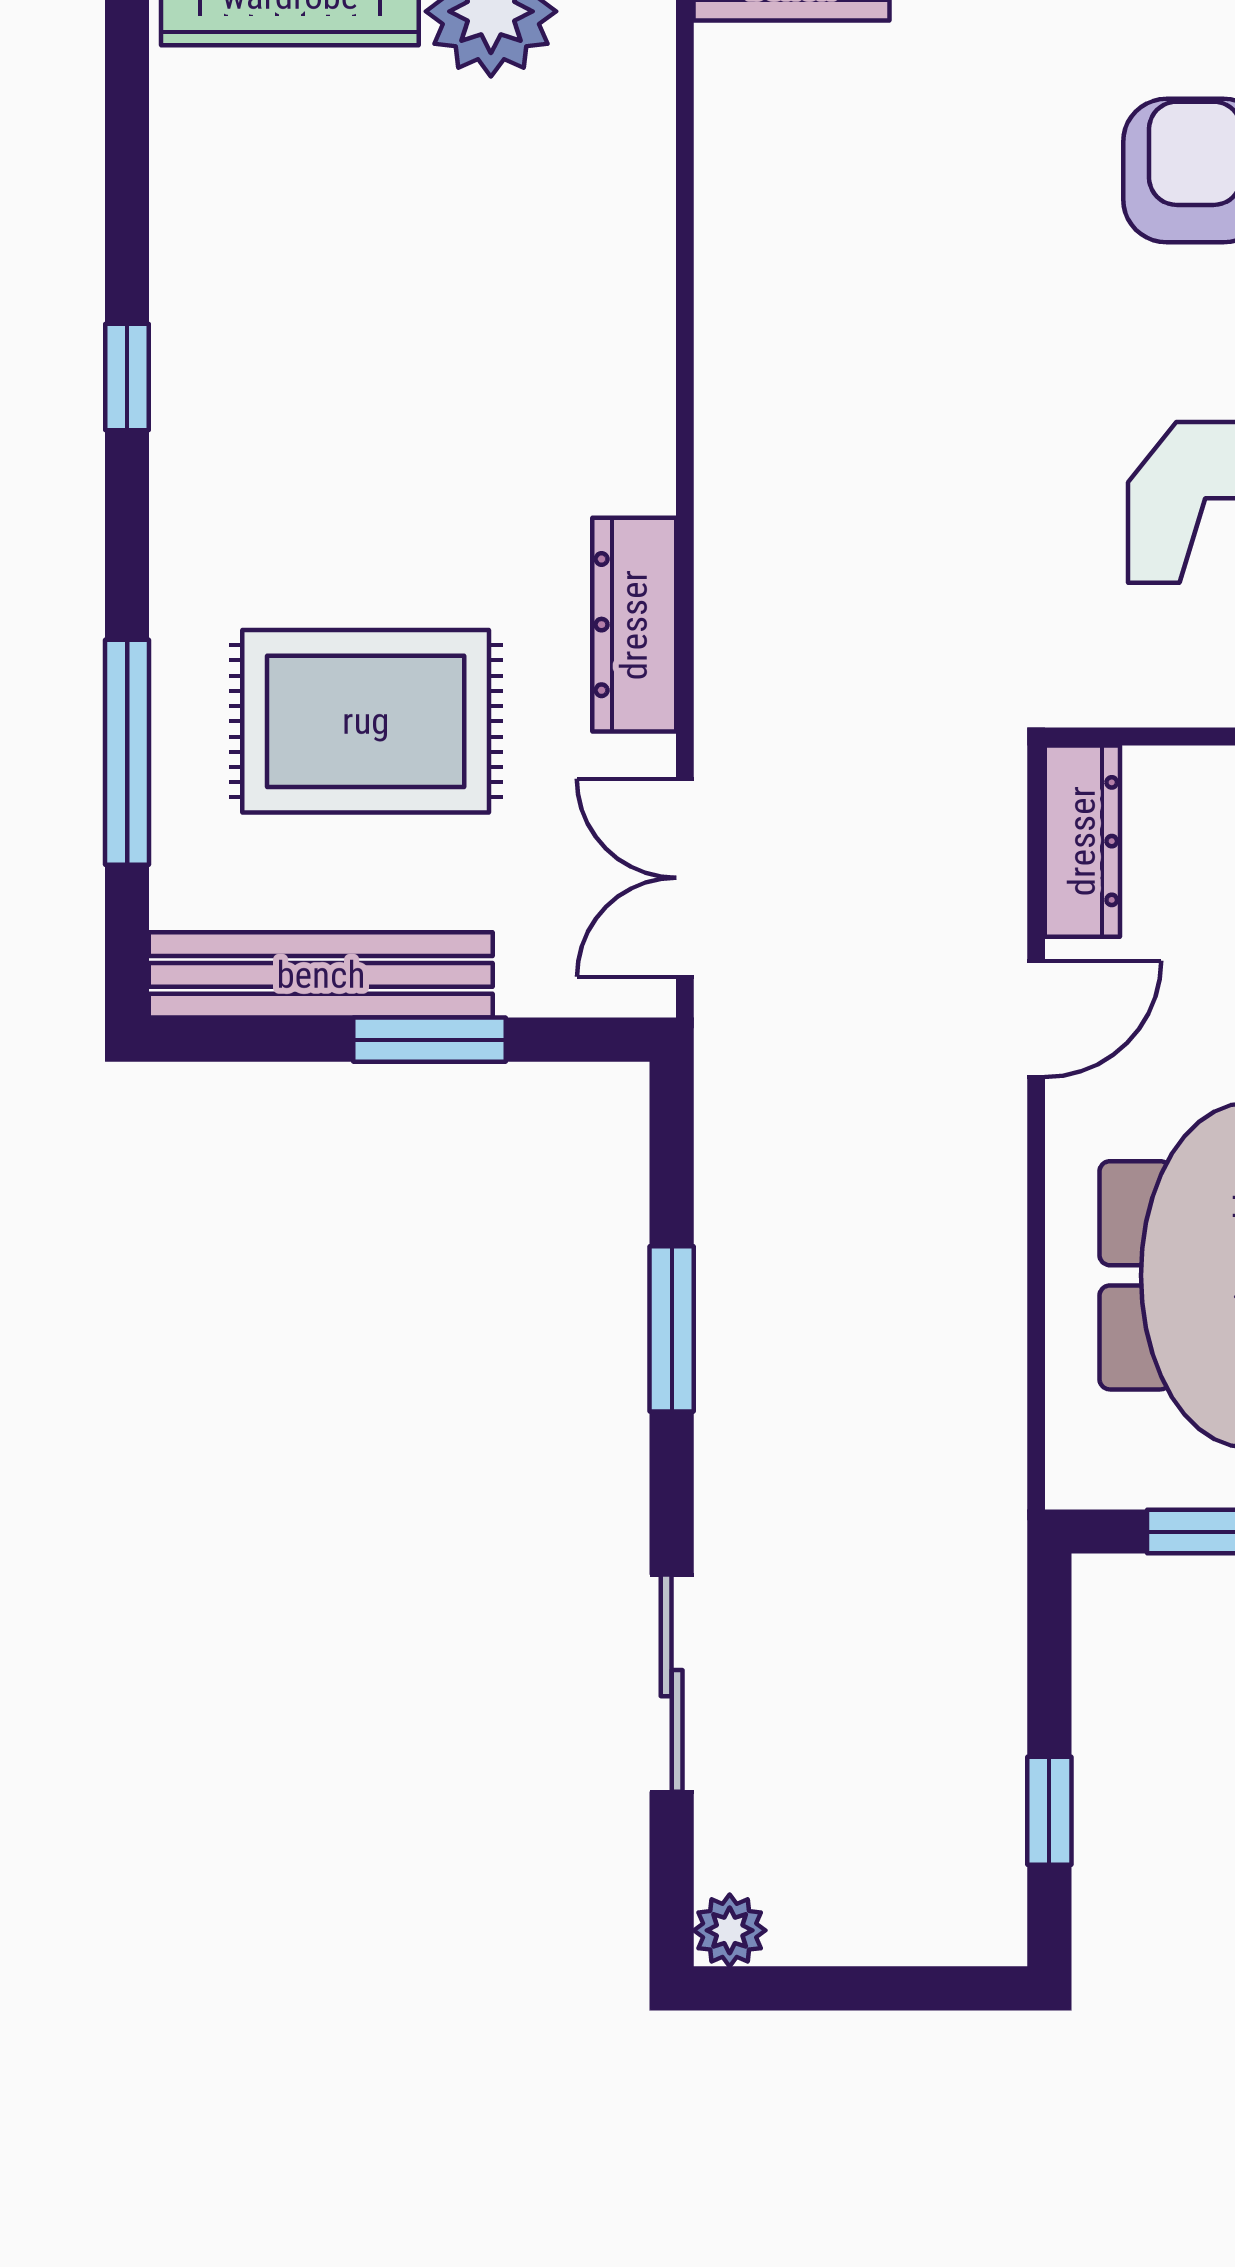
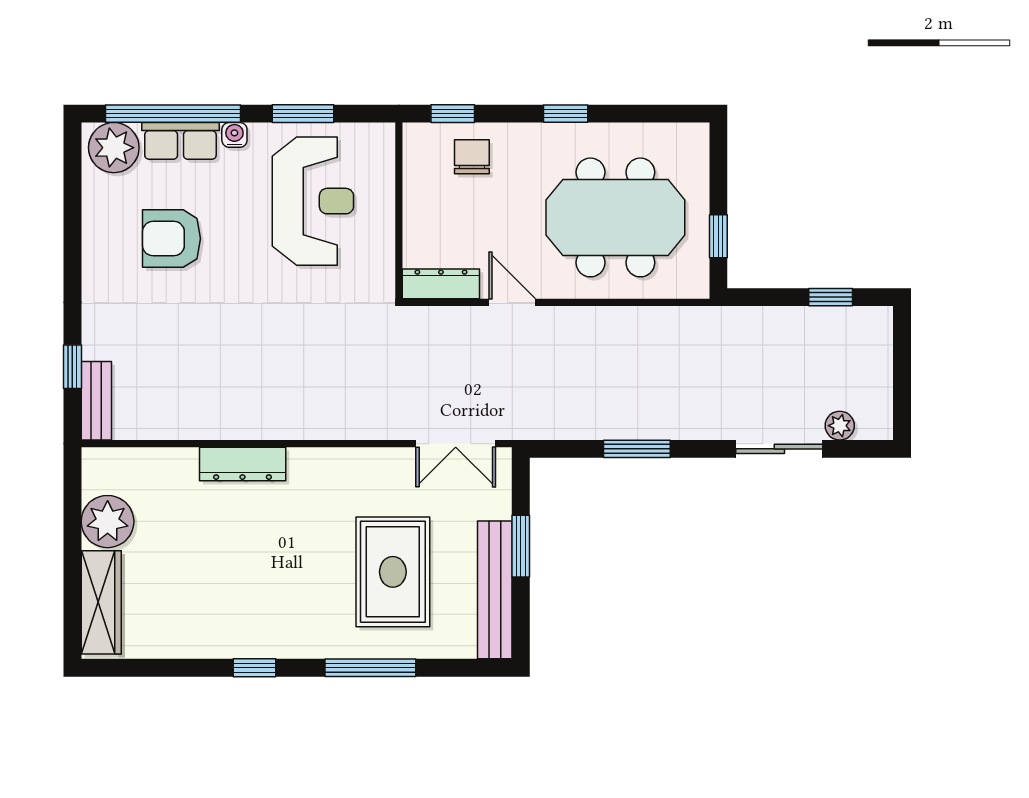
dresser: (634, 625) -> (243, 464), moved
window: (127, 752) -> (370, 668), moved
plant: (730, 1930) -> (840, 426), moved

